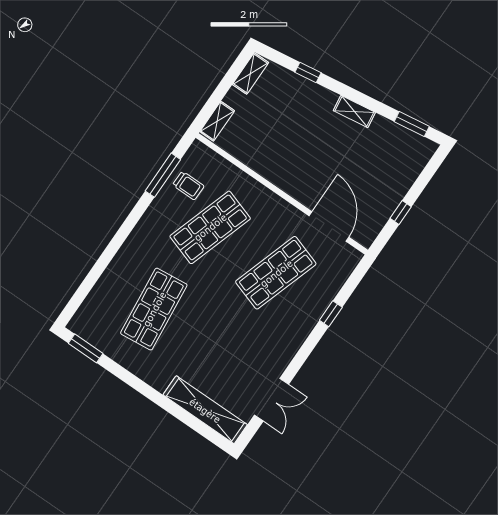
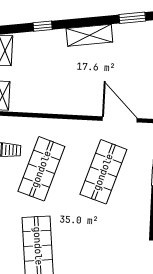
shelving: (354, 111) -> (89, 35), width x1.50, depth x1.33

